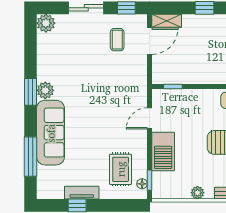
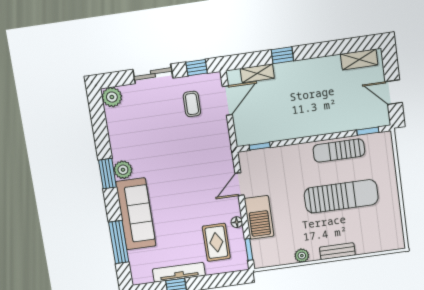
shelving: (167, 21) -> (257, 73), moved
floor lamp: (142, 184) -> (237, 222), moved
tv unit: (82, 193) -> (179, 272), width x1.41

